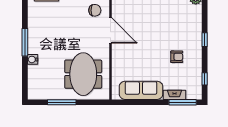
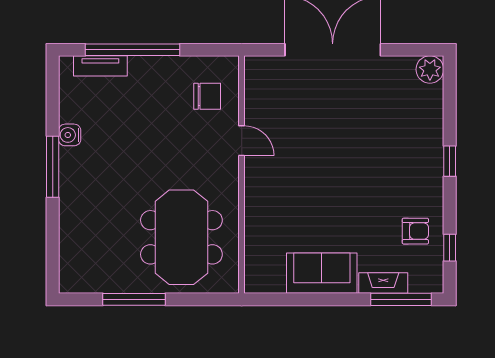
door: (110, 30) -> (242, 141), width x0.53
armchair: (177, 57) -> (415, 231), moved
water cooler: (33, 59) -> (70, 135), moved
sofa: (141, 90) -> (322, 273), width x0.73

